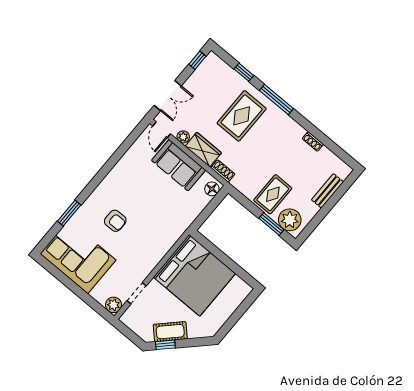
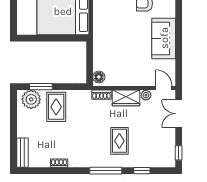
rug: (242, 116) -> (119, 141), width x0.73, depth x0.70
sofa: (179, 165) -> (164, 38), moved, turned -90
bench: (327, 191) -> (22, 153), moved

